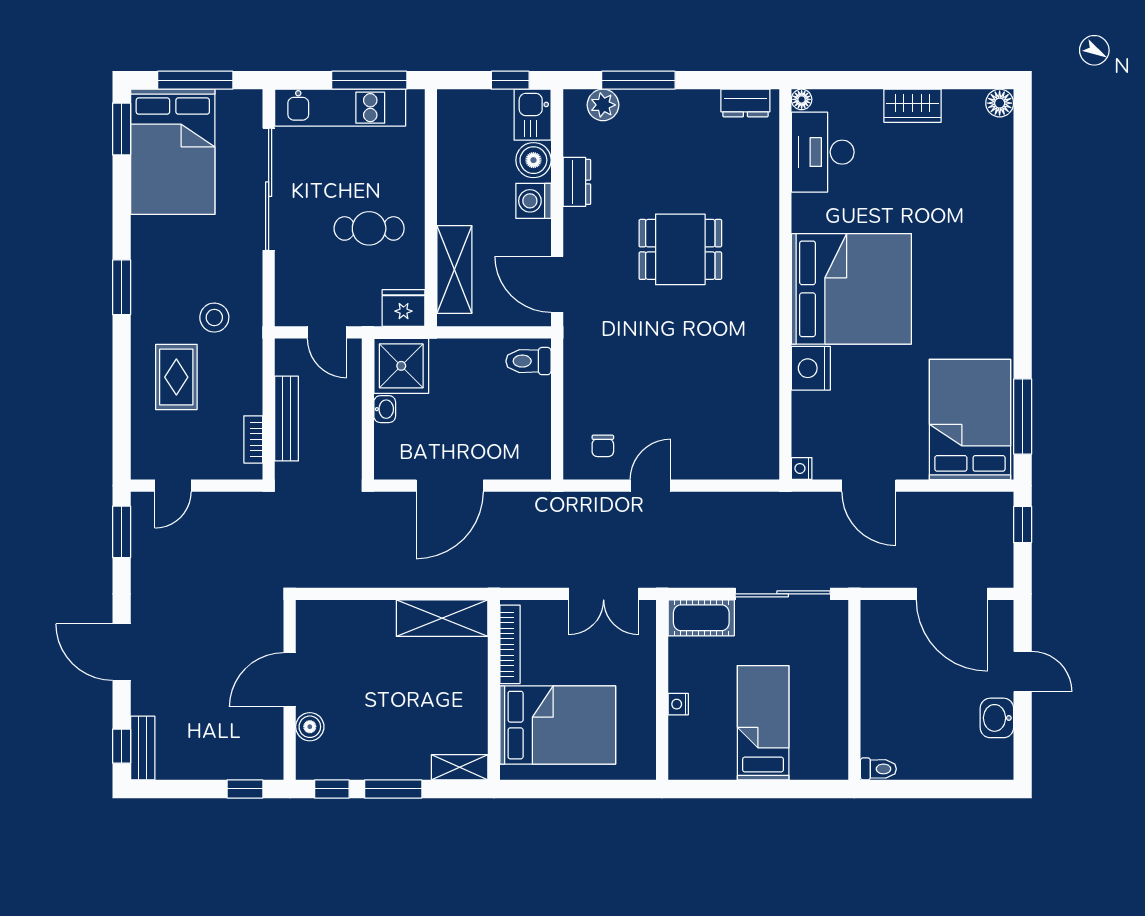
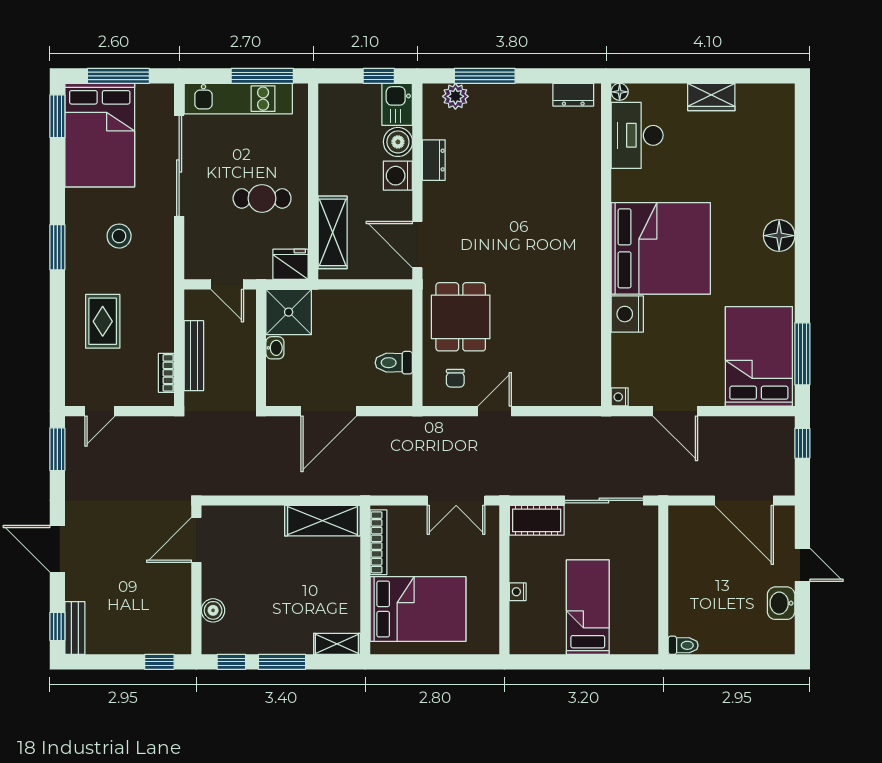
floor lamp: (1000, 103) -> (779, 236), moved, width x1.38, depth x1.38
dining table: (680, 249) -> (461, 317), moved, turned 90
stool: (214, 318) -> (119, 236), moved
toilet: (528, 361) -> (394, 363), moved
door: (290, 680) -> (196, 540), moved

